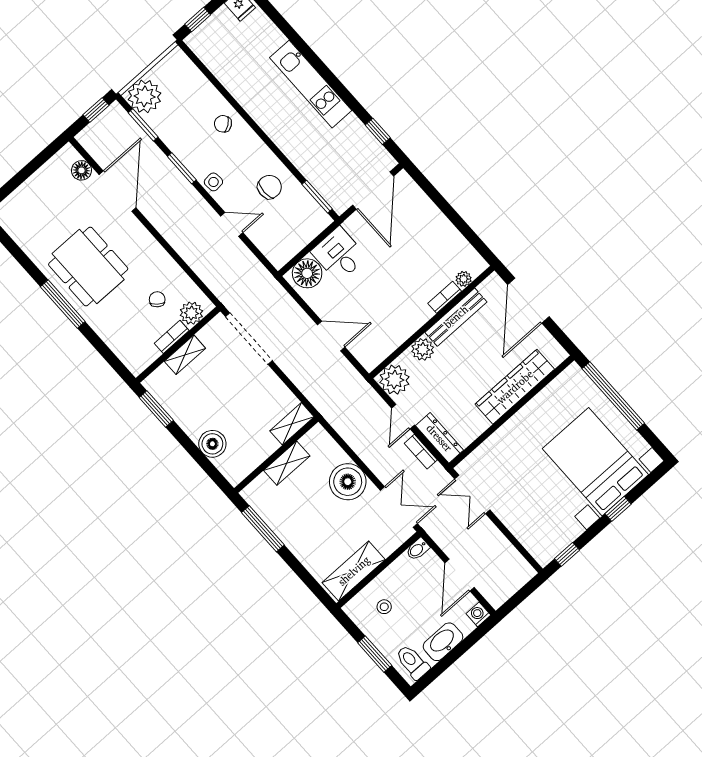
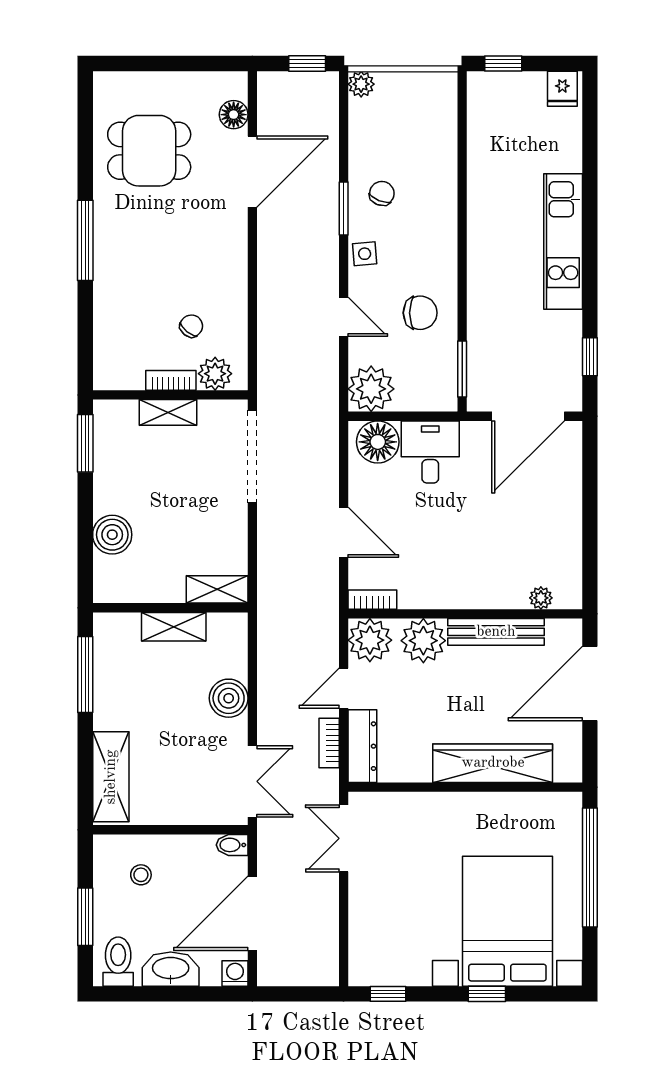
plant: (145, 96) -> (361, 84), width x0.53, depth x0.53
chair: (223, 124) -> (382, 193), moved, turned 58
window: (143, 125) -> (344, 125), removed
plant: (279, 249) -> (371, 389), added
dining table: (88, 267) -> (149, 151), moved, width x0.73
bookcase: (445, 297) -> (372, 600), moved
plant: (423, 349) -> (423, 641), width x1.36, depth x1.36
boiler: (348, 482) -> (229, 698), width x0.73, depth x0.73
shelving: (354, 571) -> (111, 777), moved, turned 90
door: (460, 575) -> (252, 913), width x1.36

